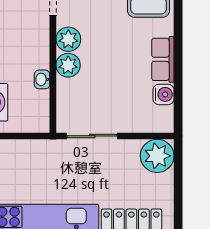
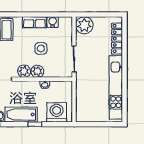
side table: (112, 72) -> (41, 48), added

